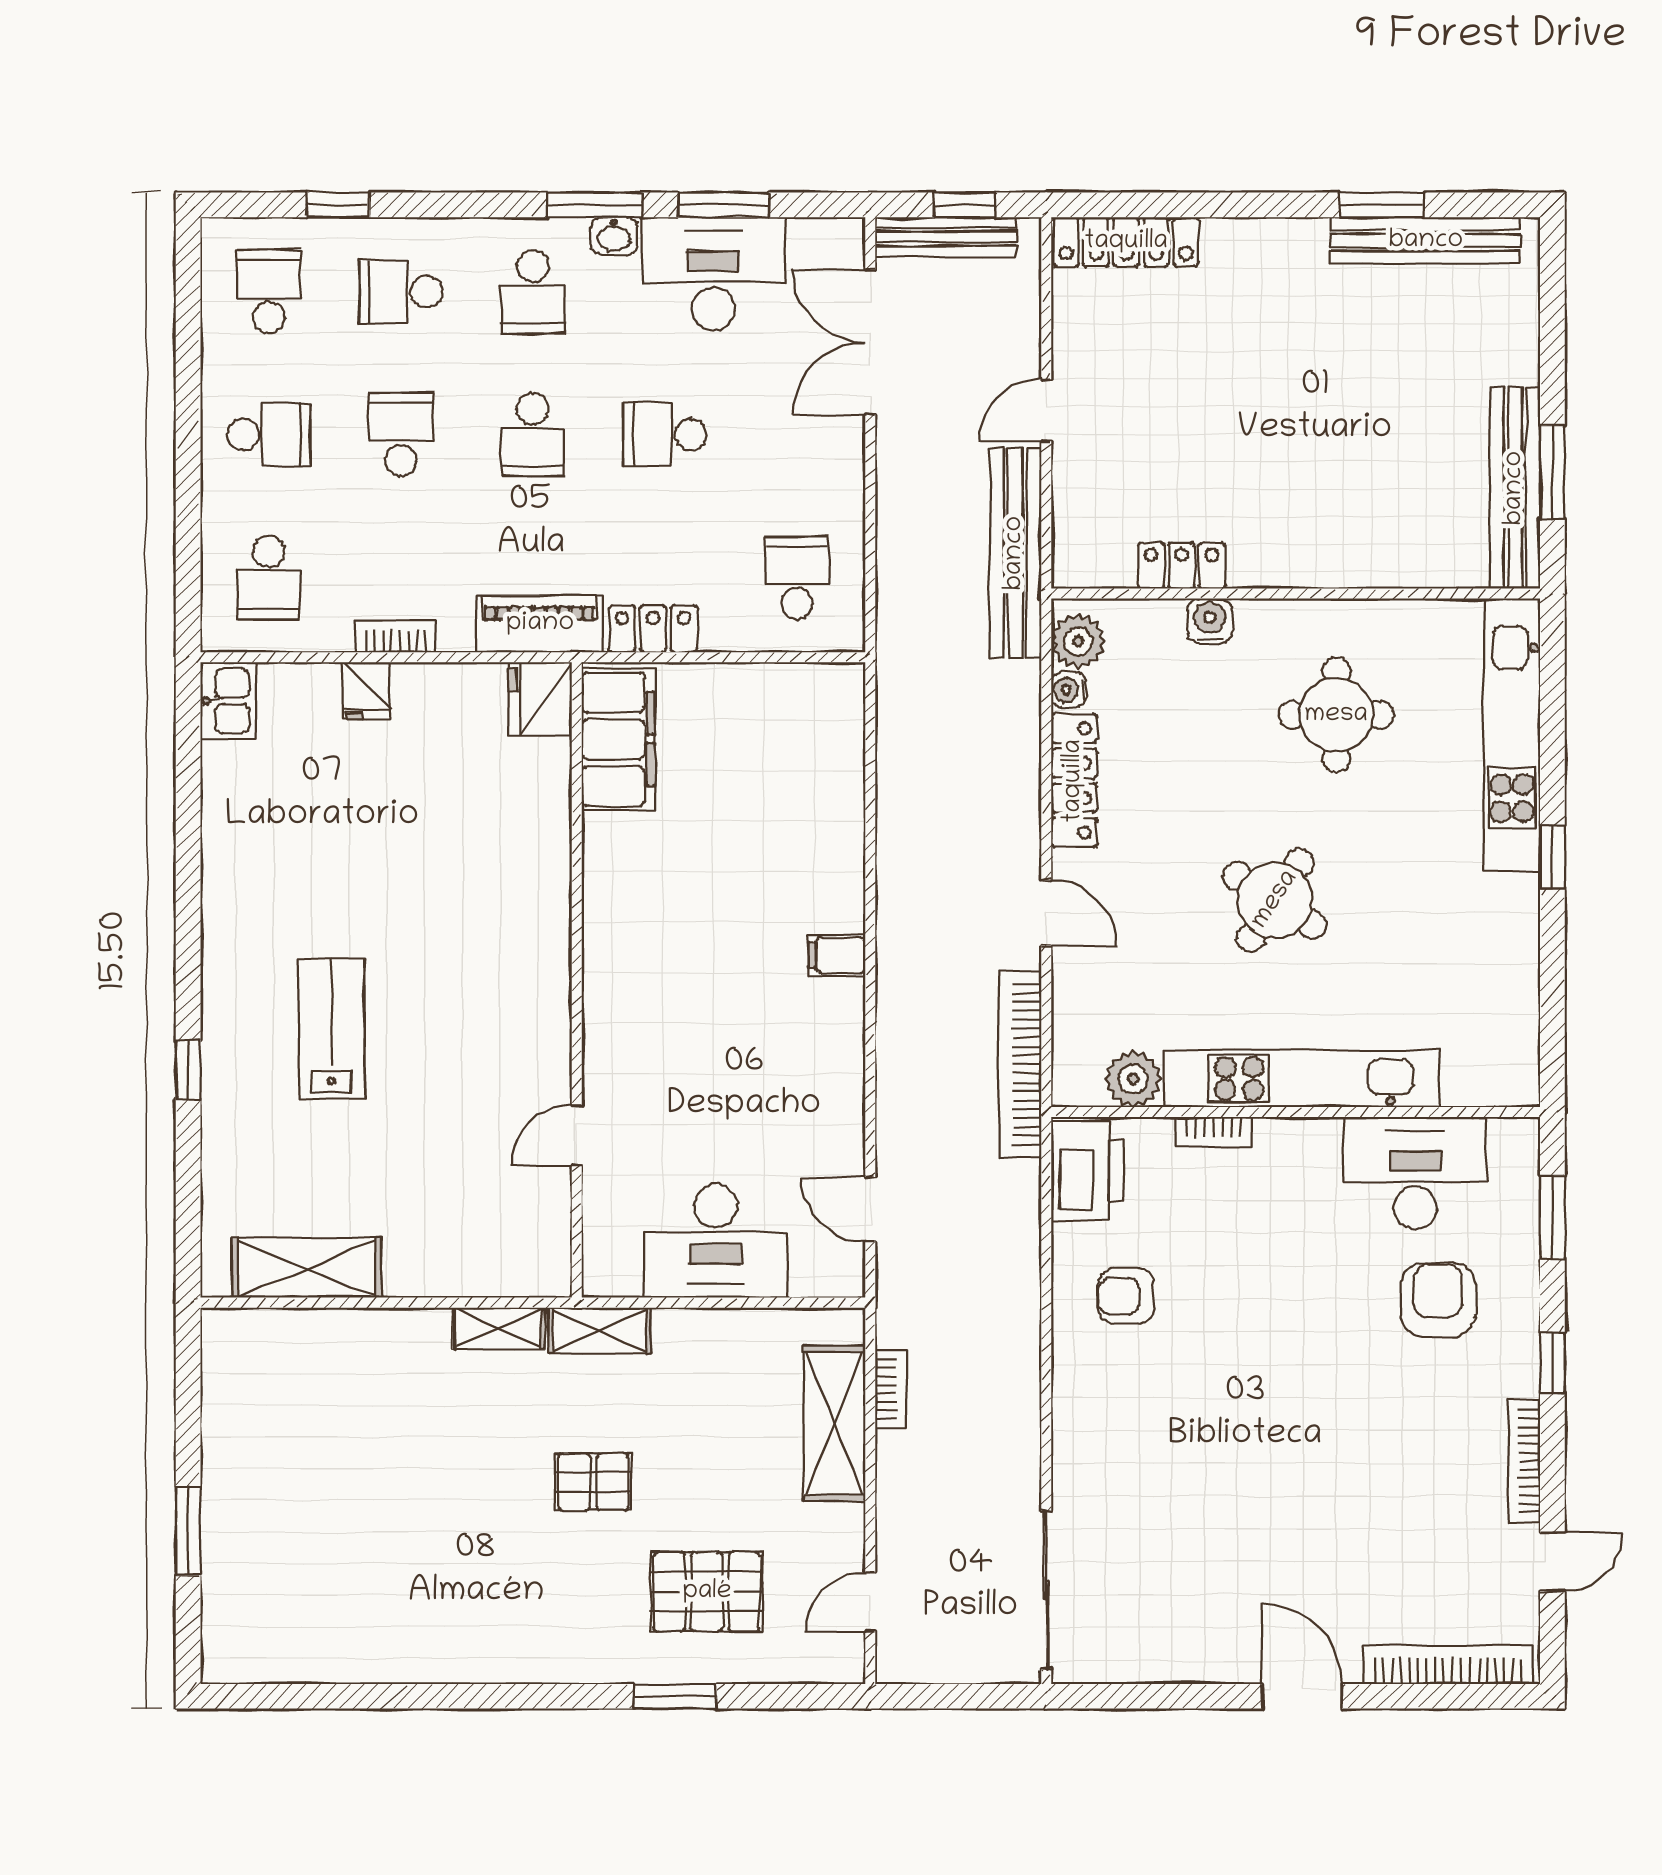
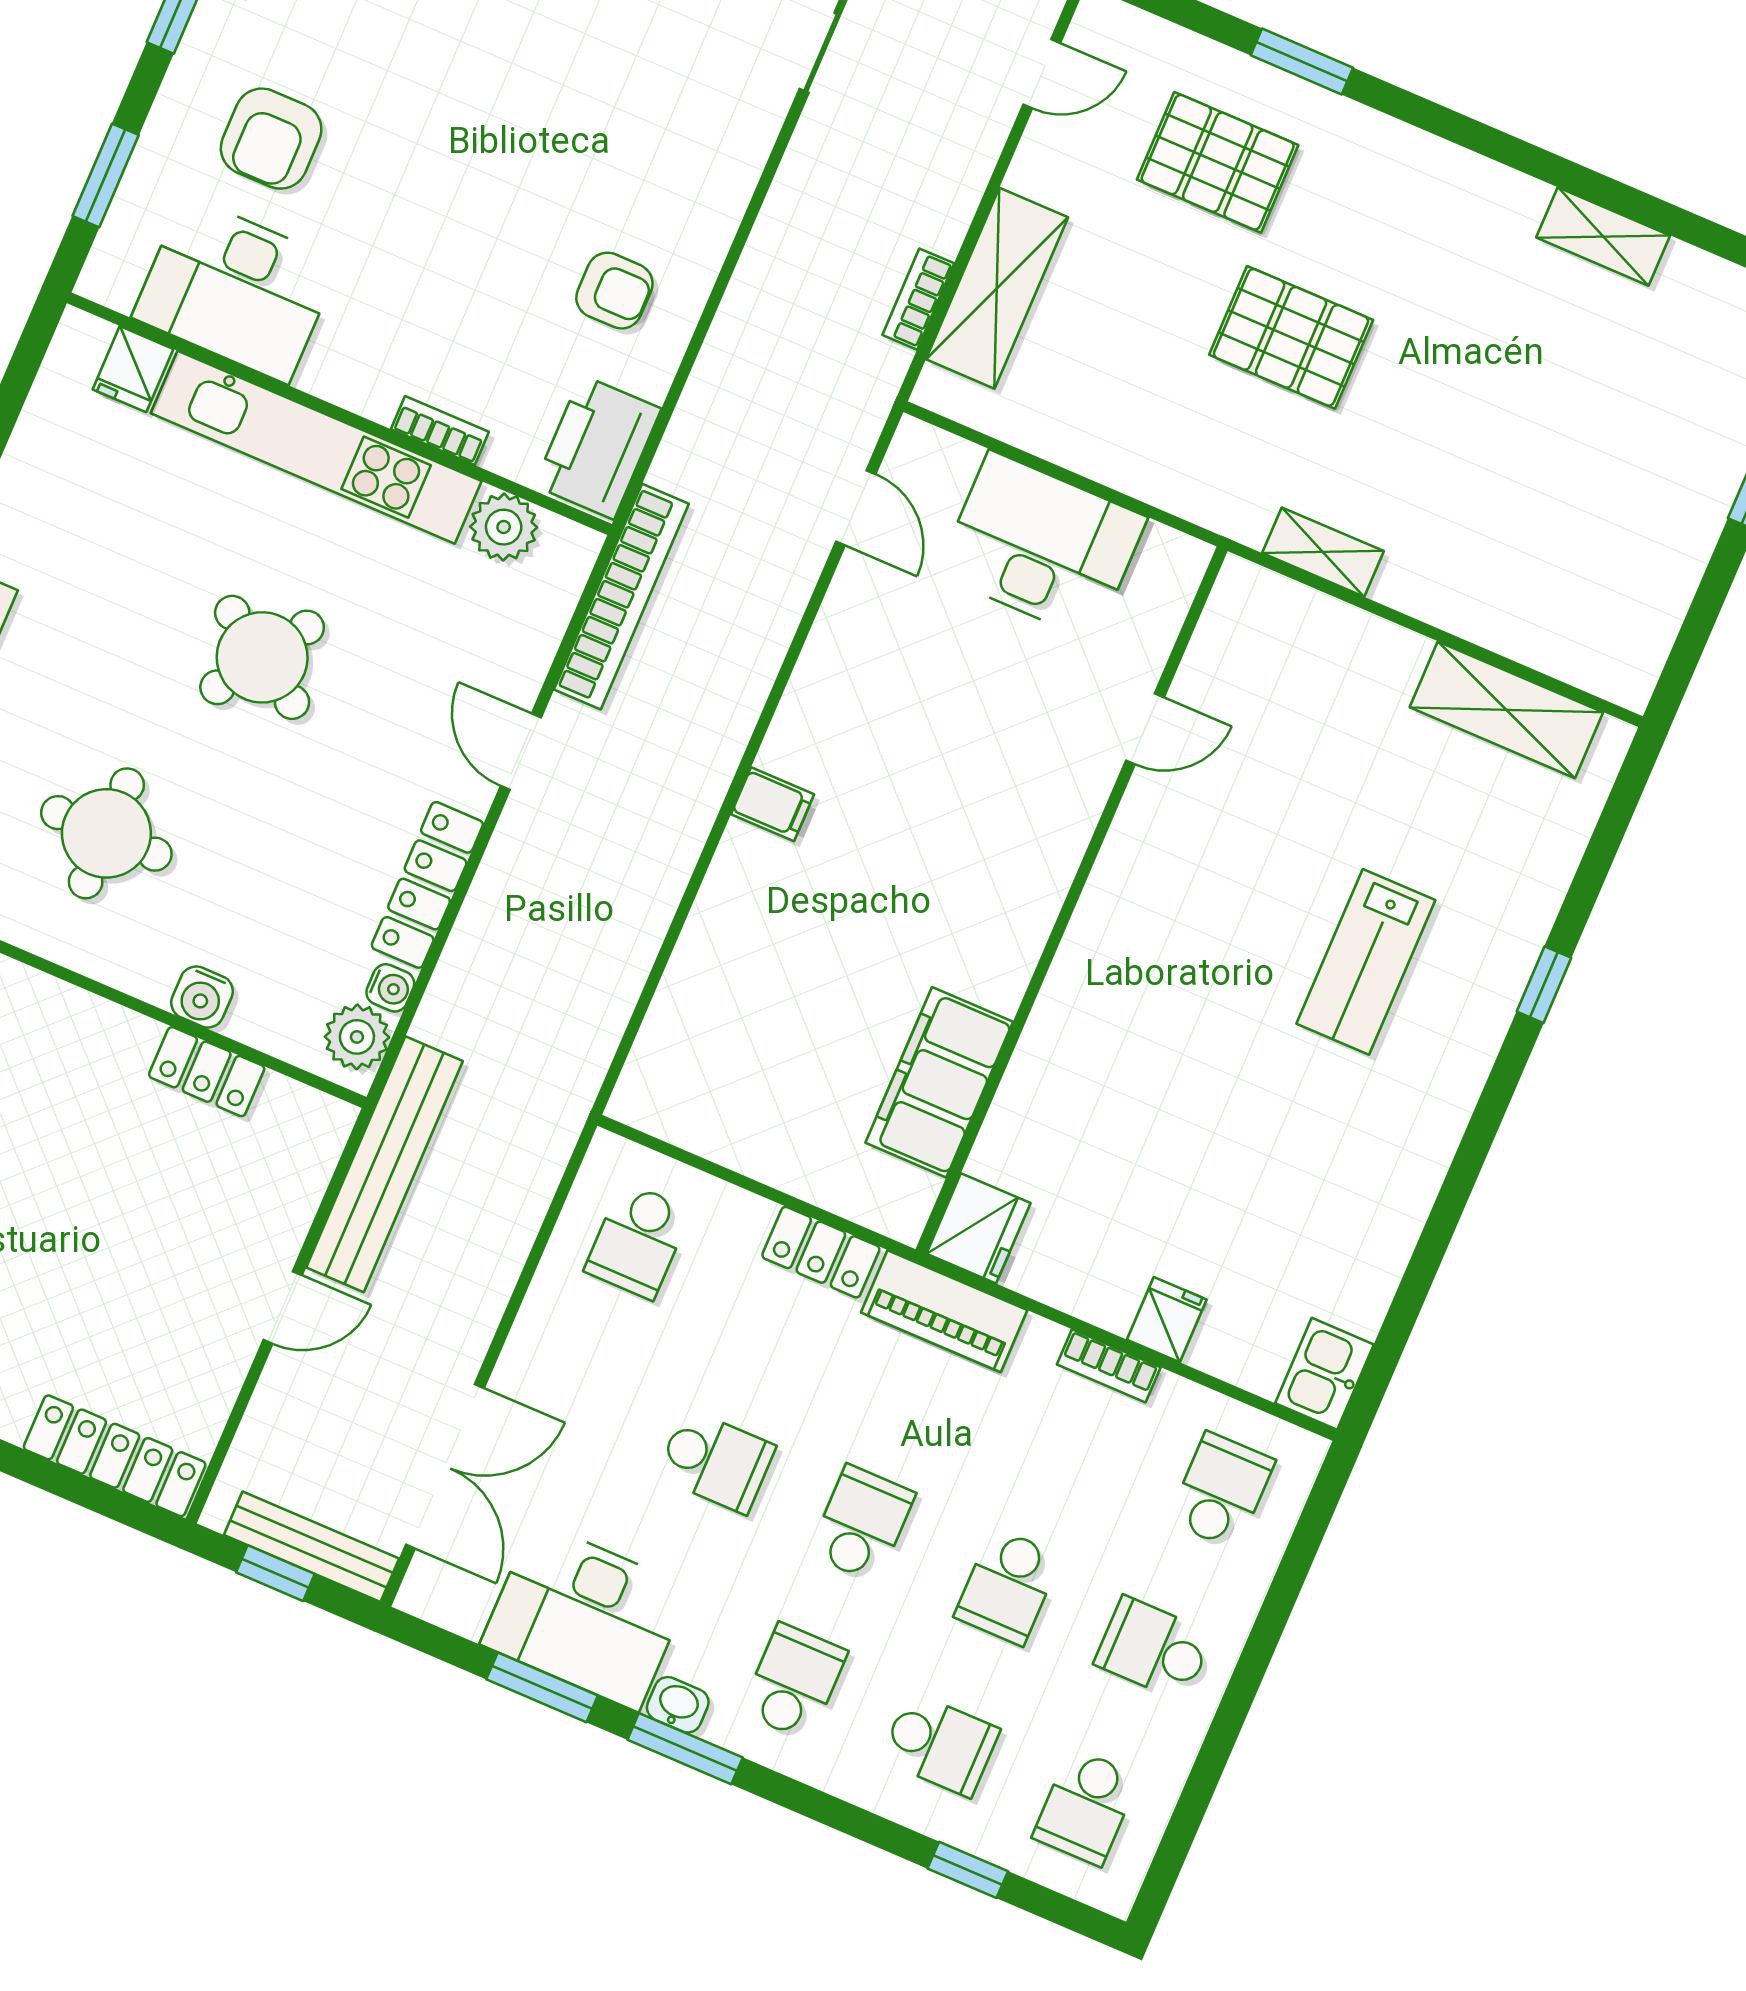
filing cabinet: (618, 739) -> (939, 1082), moved
fridge: (1468, 1078) -> (133, 369), added
shelving: (599, 1330) -> (1603, 237), moved
pallet: (593, 1482) -> (1291, 337), width x1.50, depth x1.42

